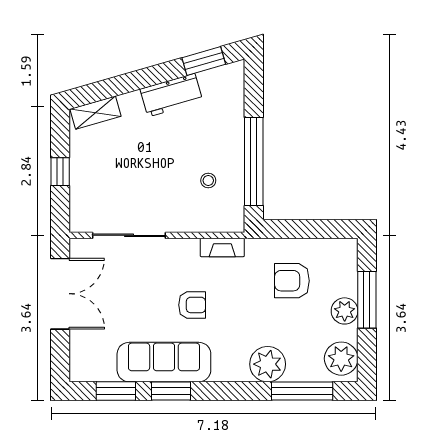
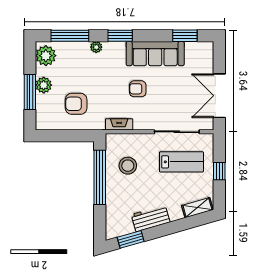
stool: (208, 181) -> (128, 166), width x1.89, depth x1.89
lab bench: (121, 187) -> (181, 162), added
armchair: (292, 281) -> (76, 104), turned 180
plant: (268, 364) -> (96, 47), width x0.53, depth x0.53
window: (171, 391) -> (120, 36), moved

